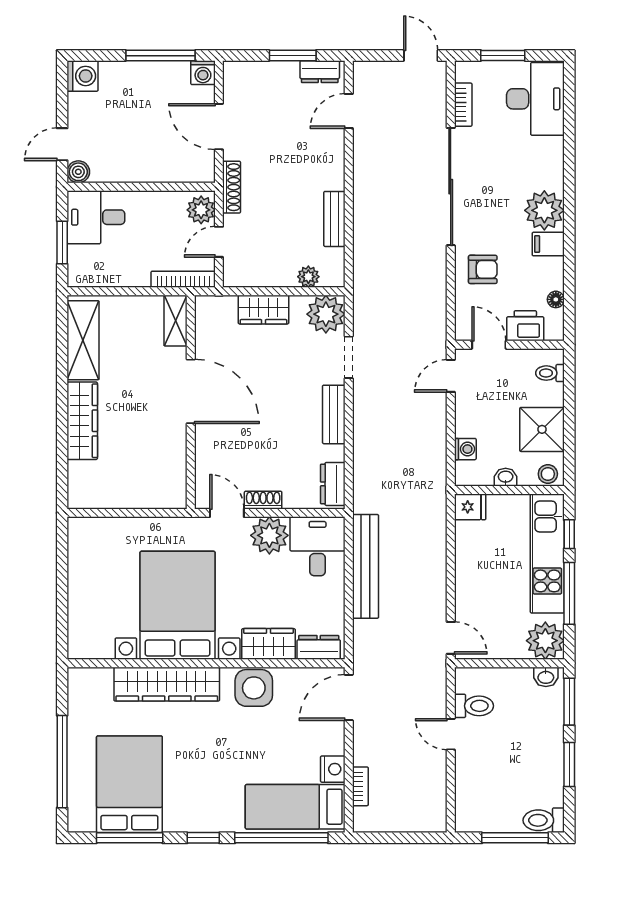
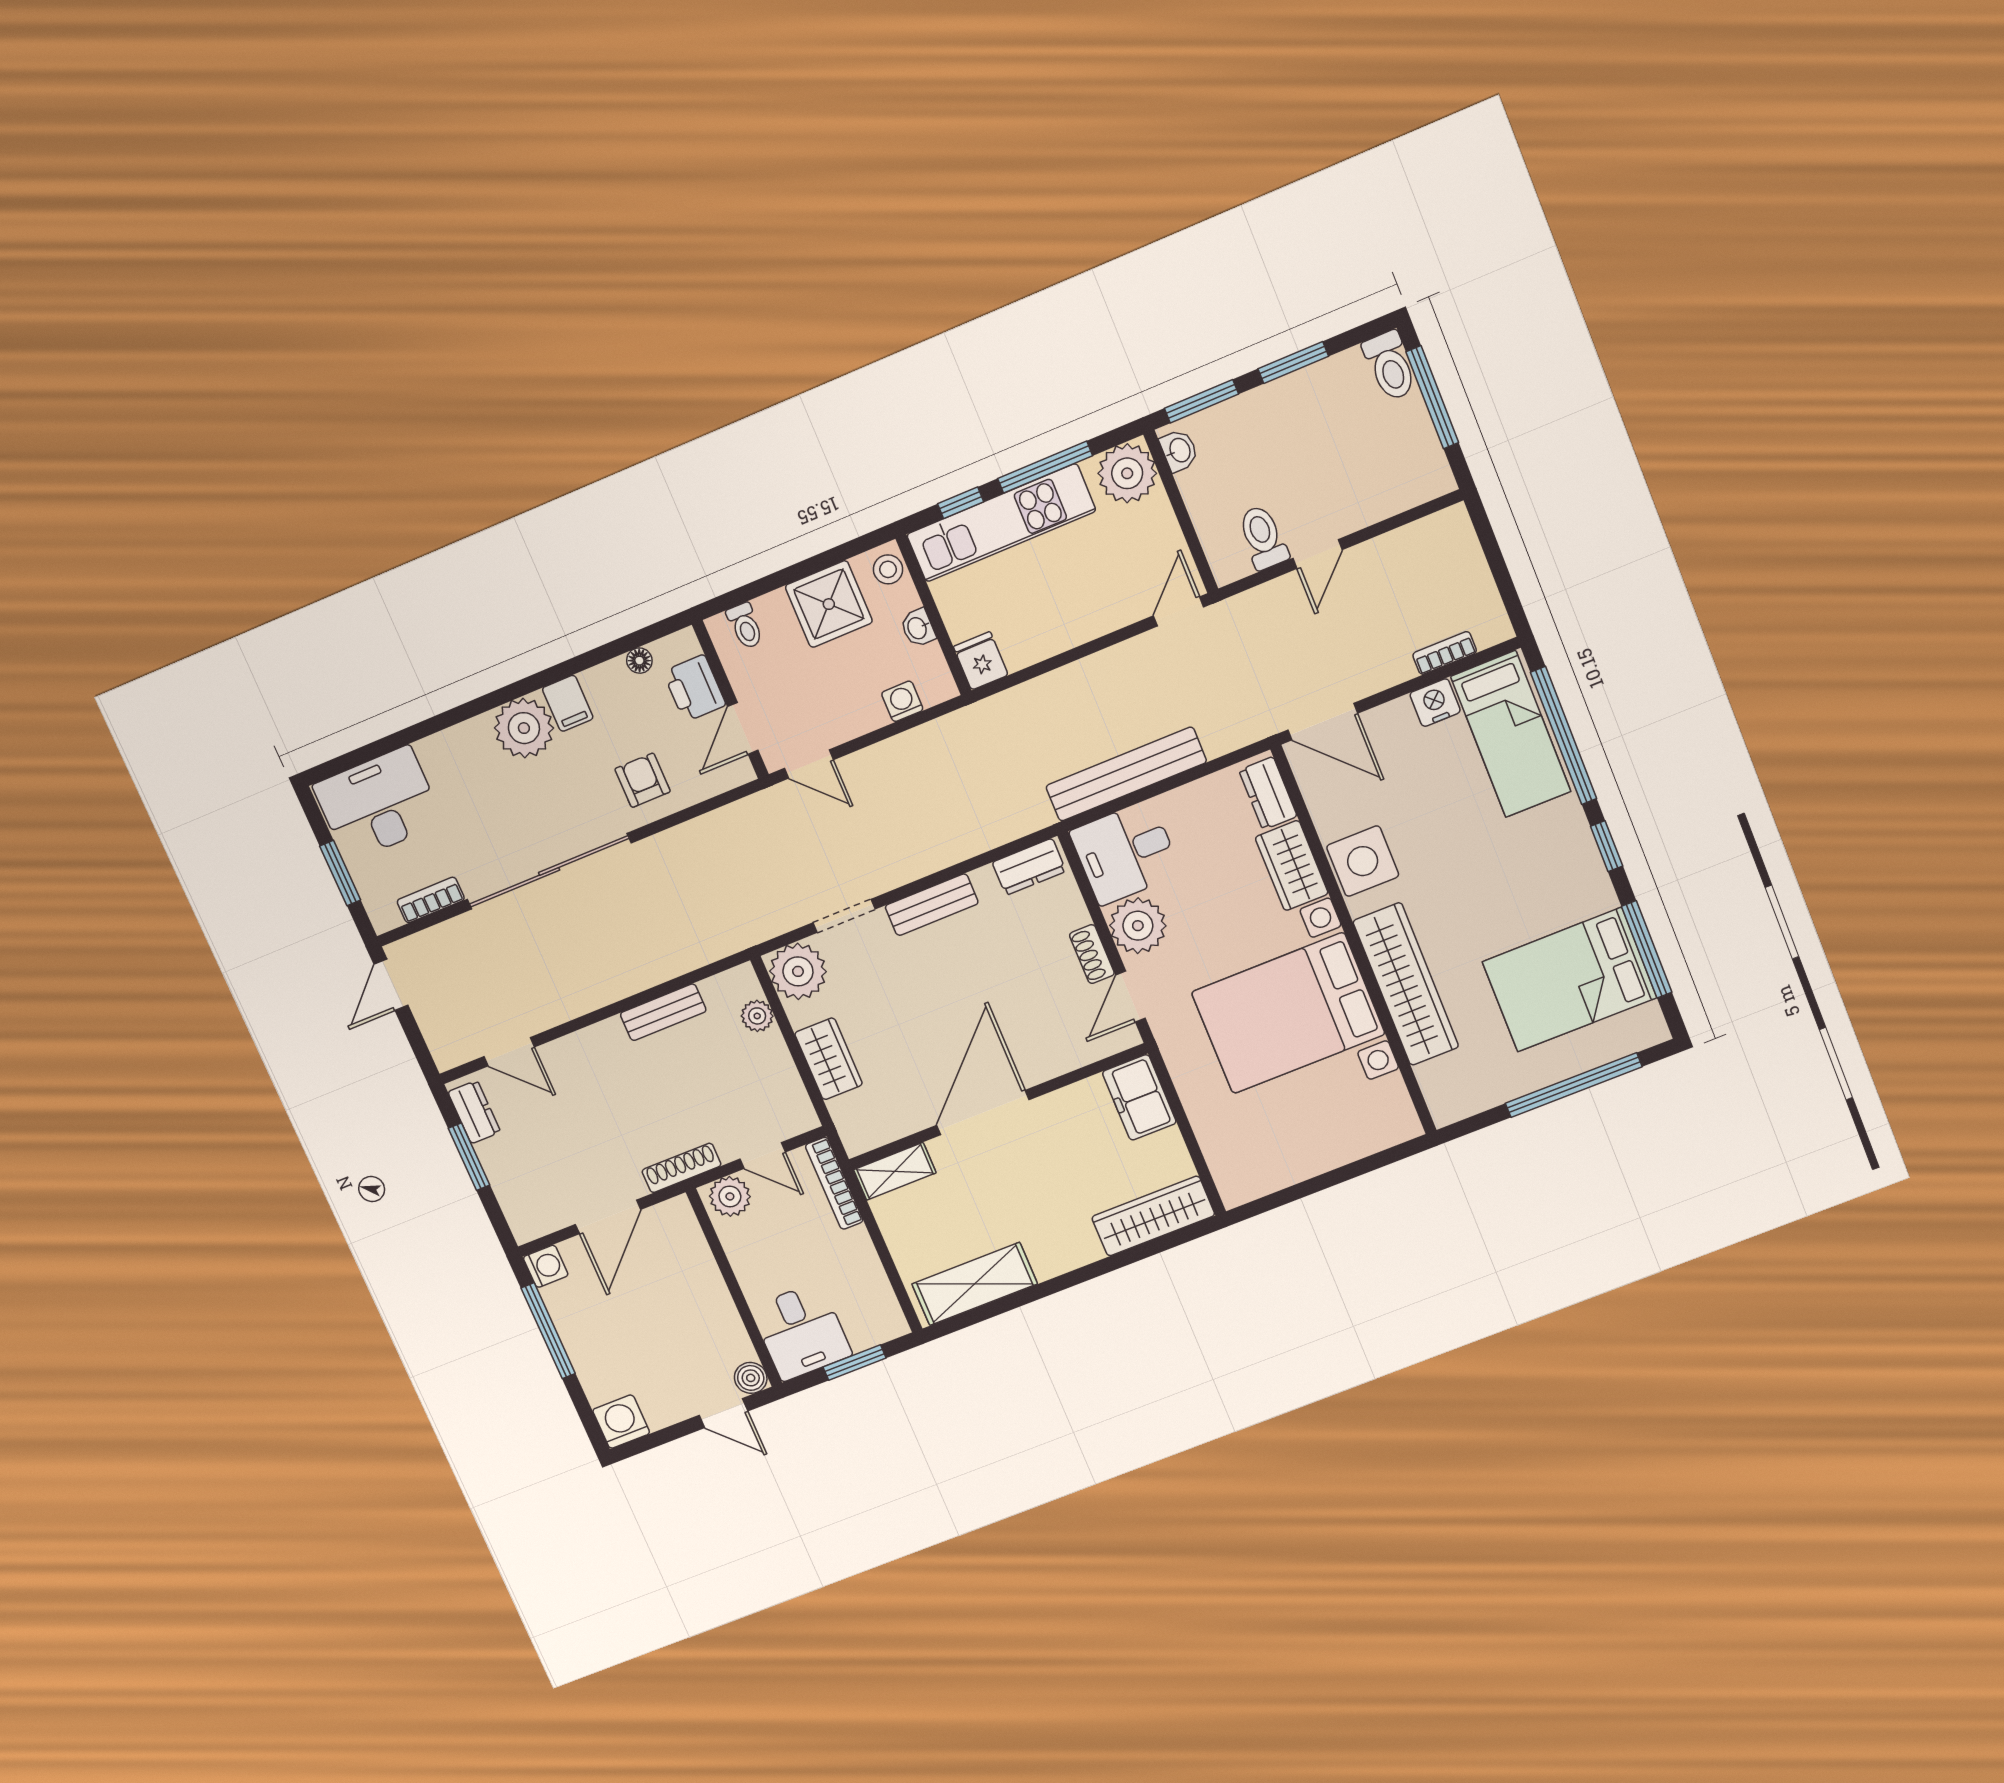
wardrobe: (82, 421) -> (1153, 1216), moved
freezer: (161, 492) -> (1139, 1097), added

